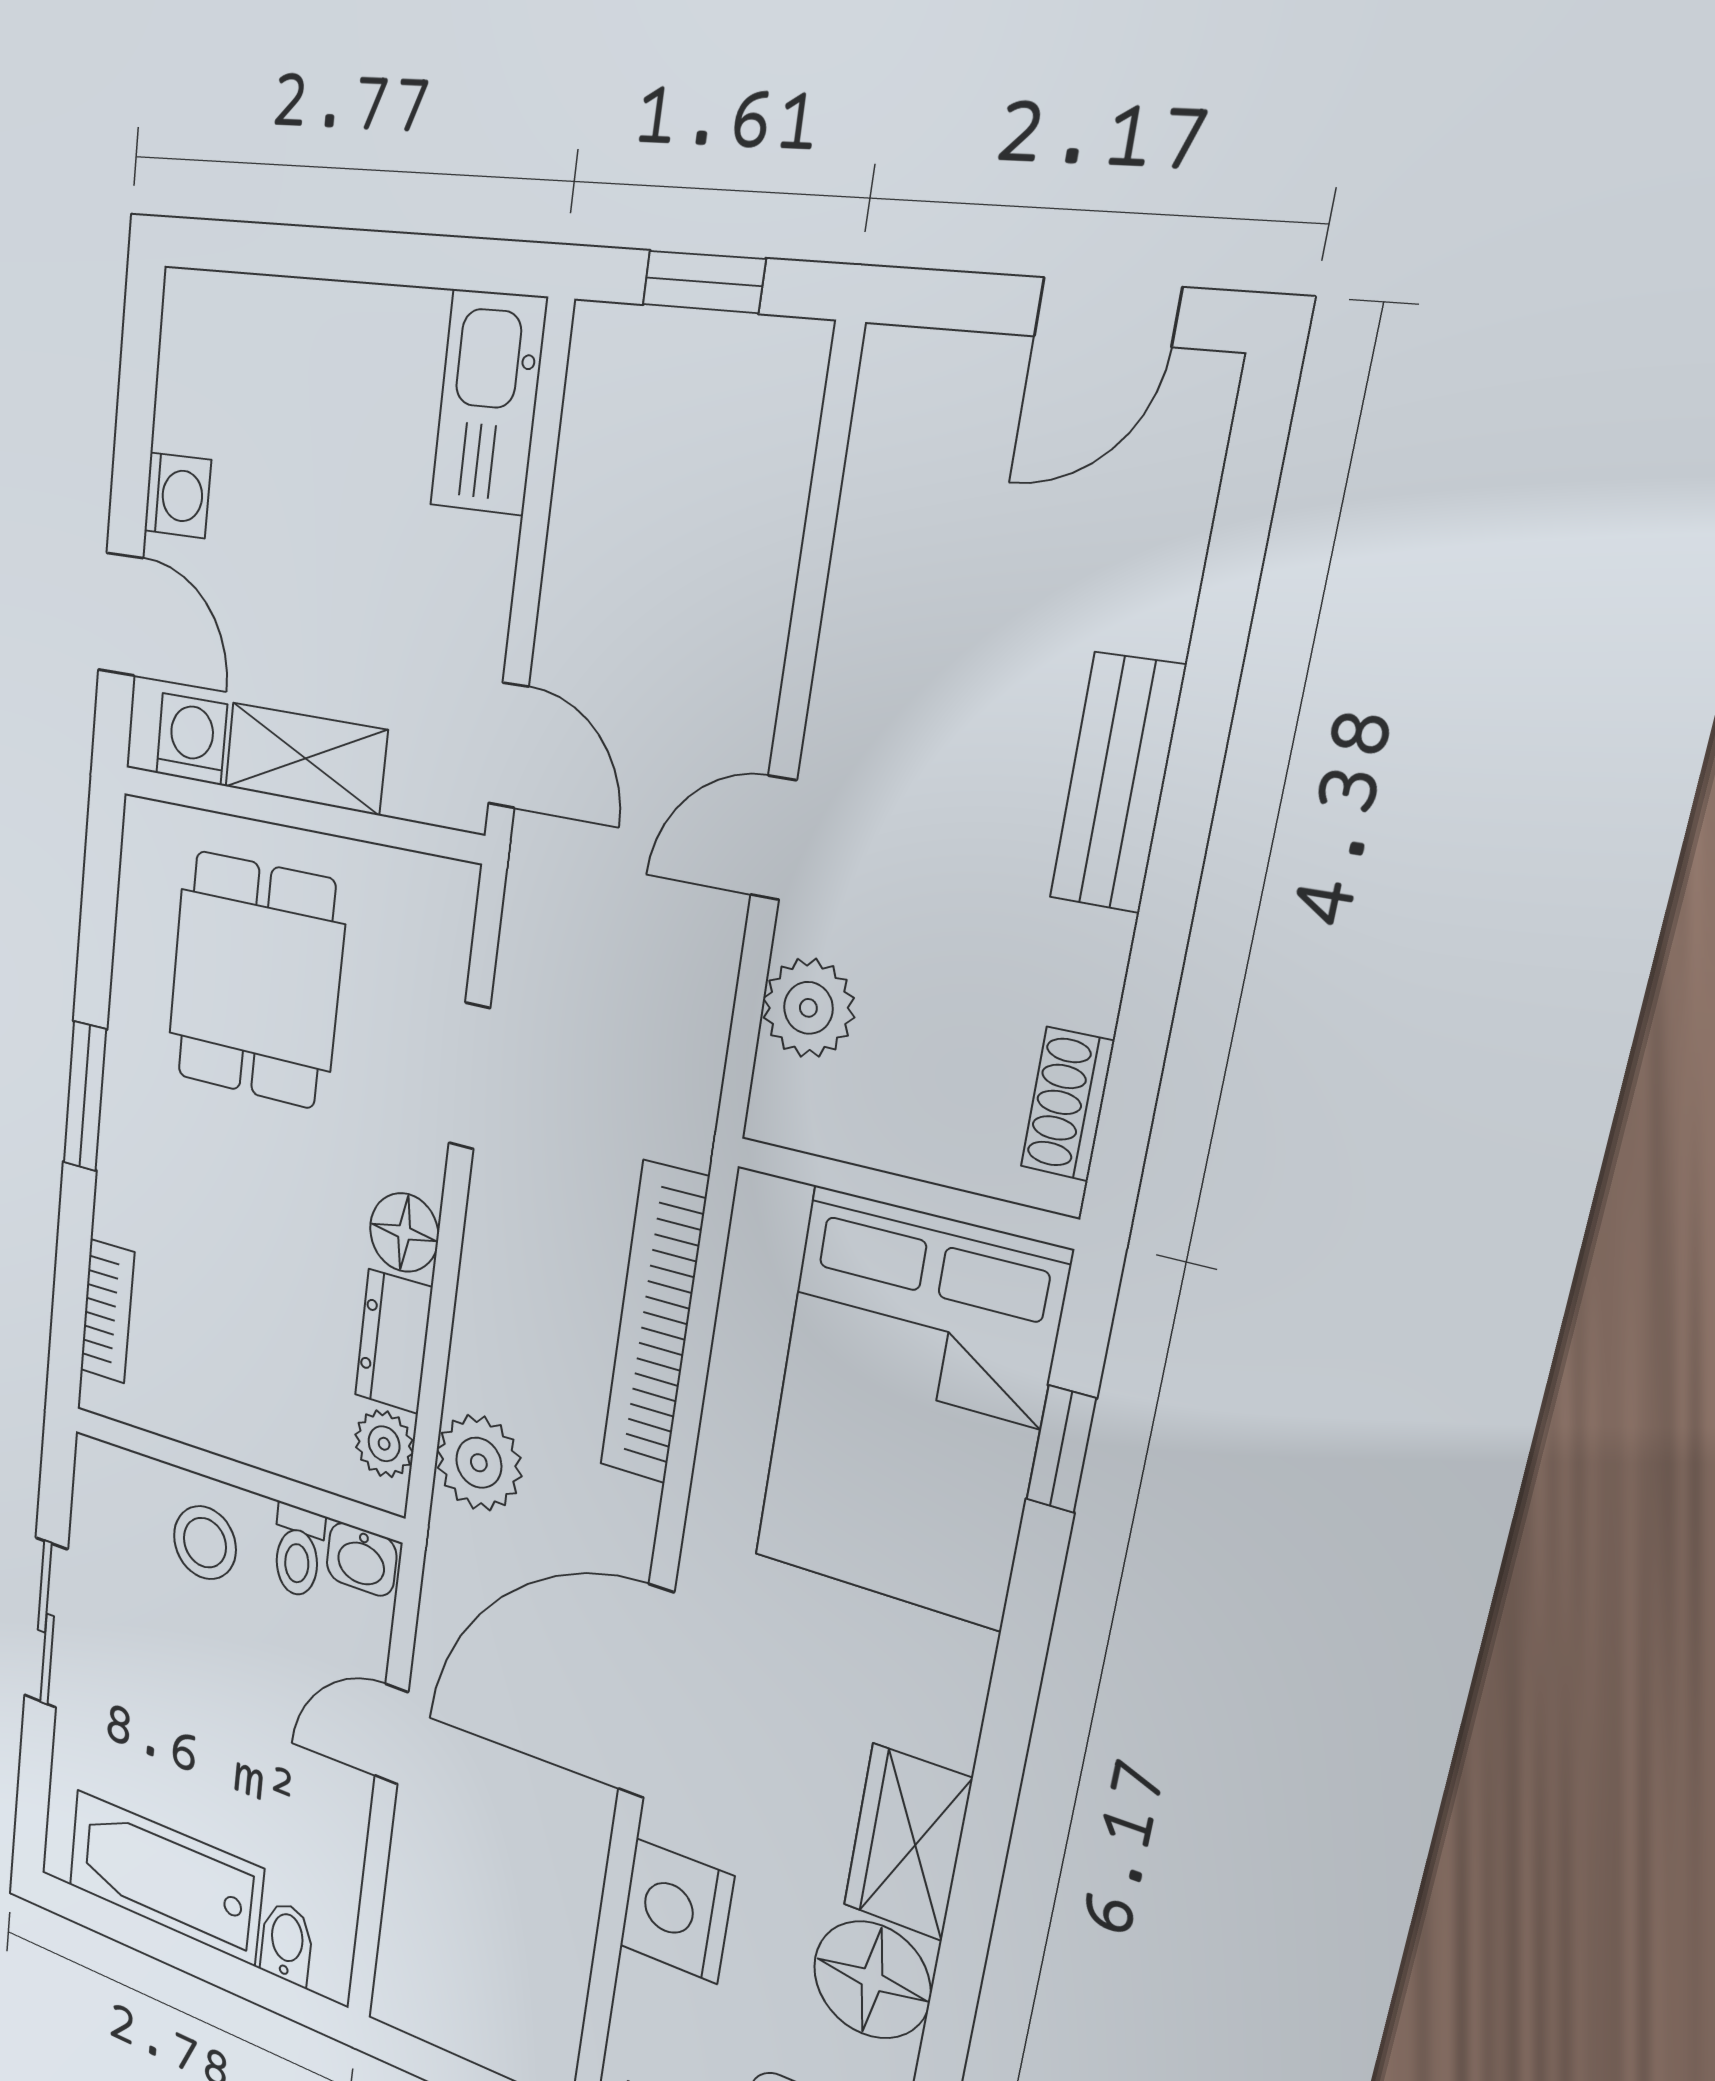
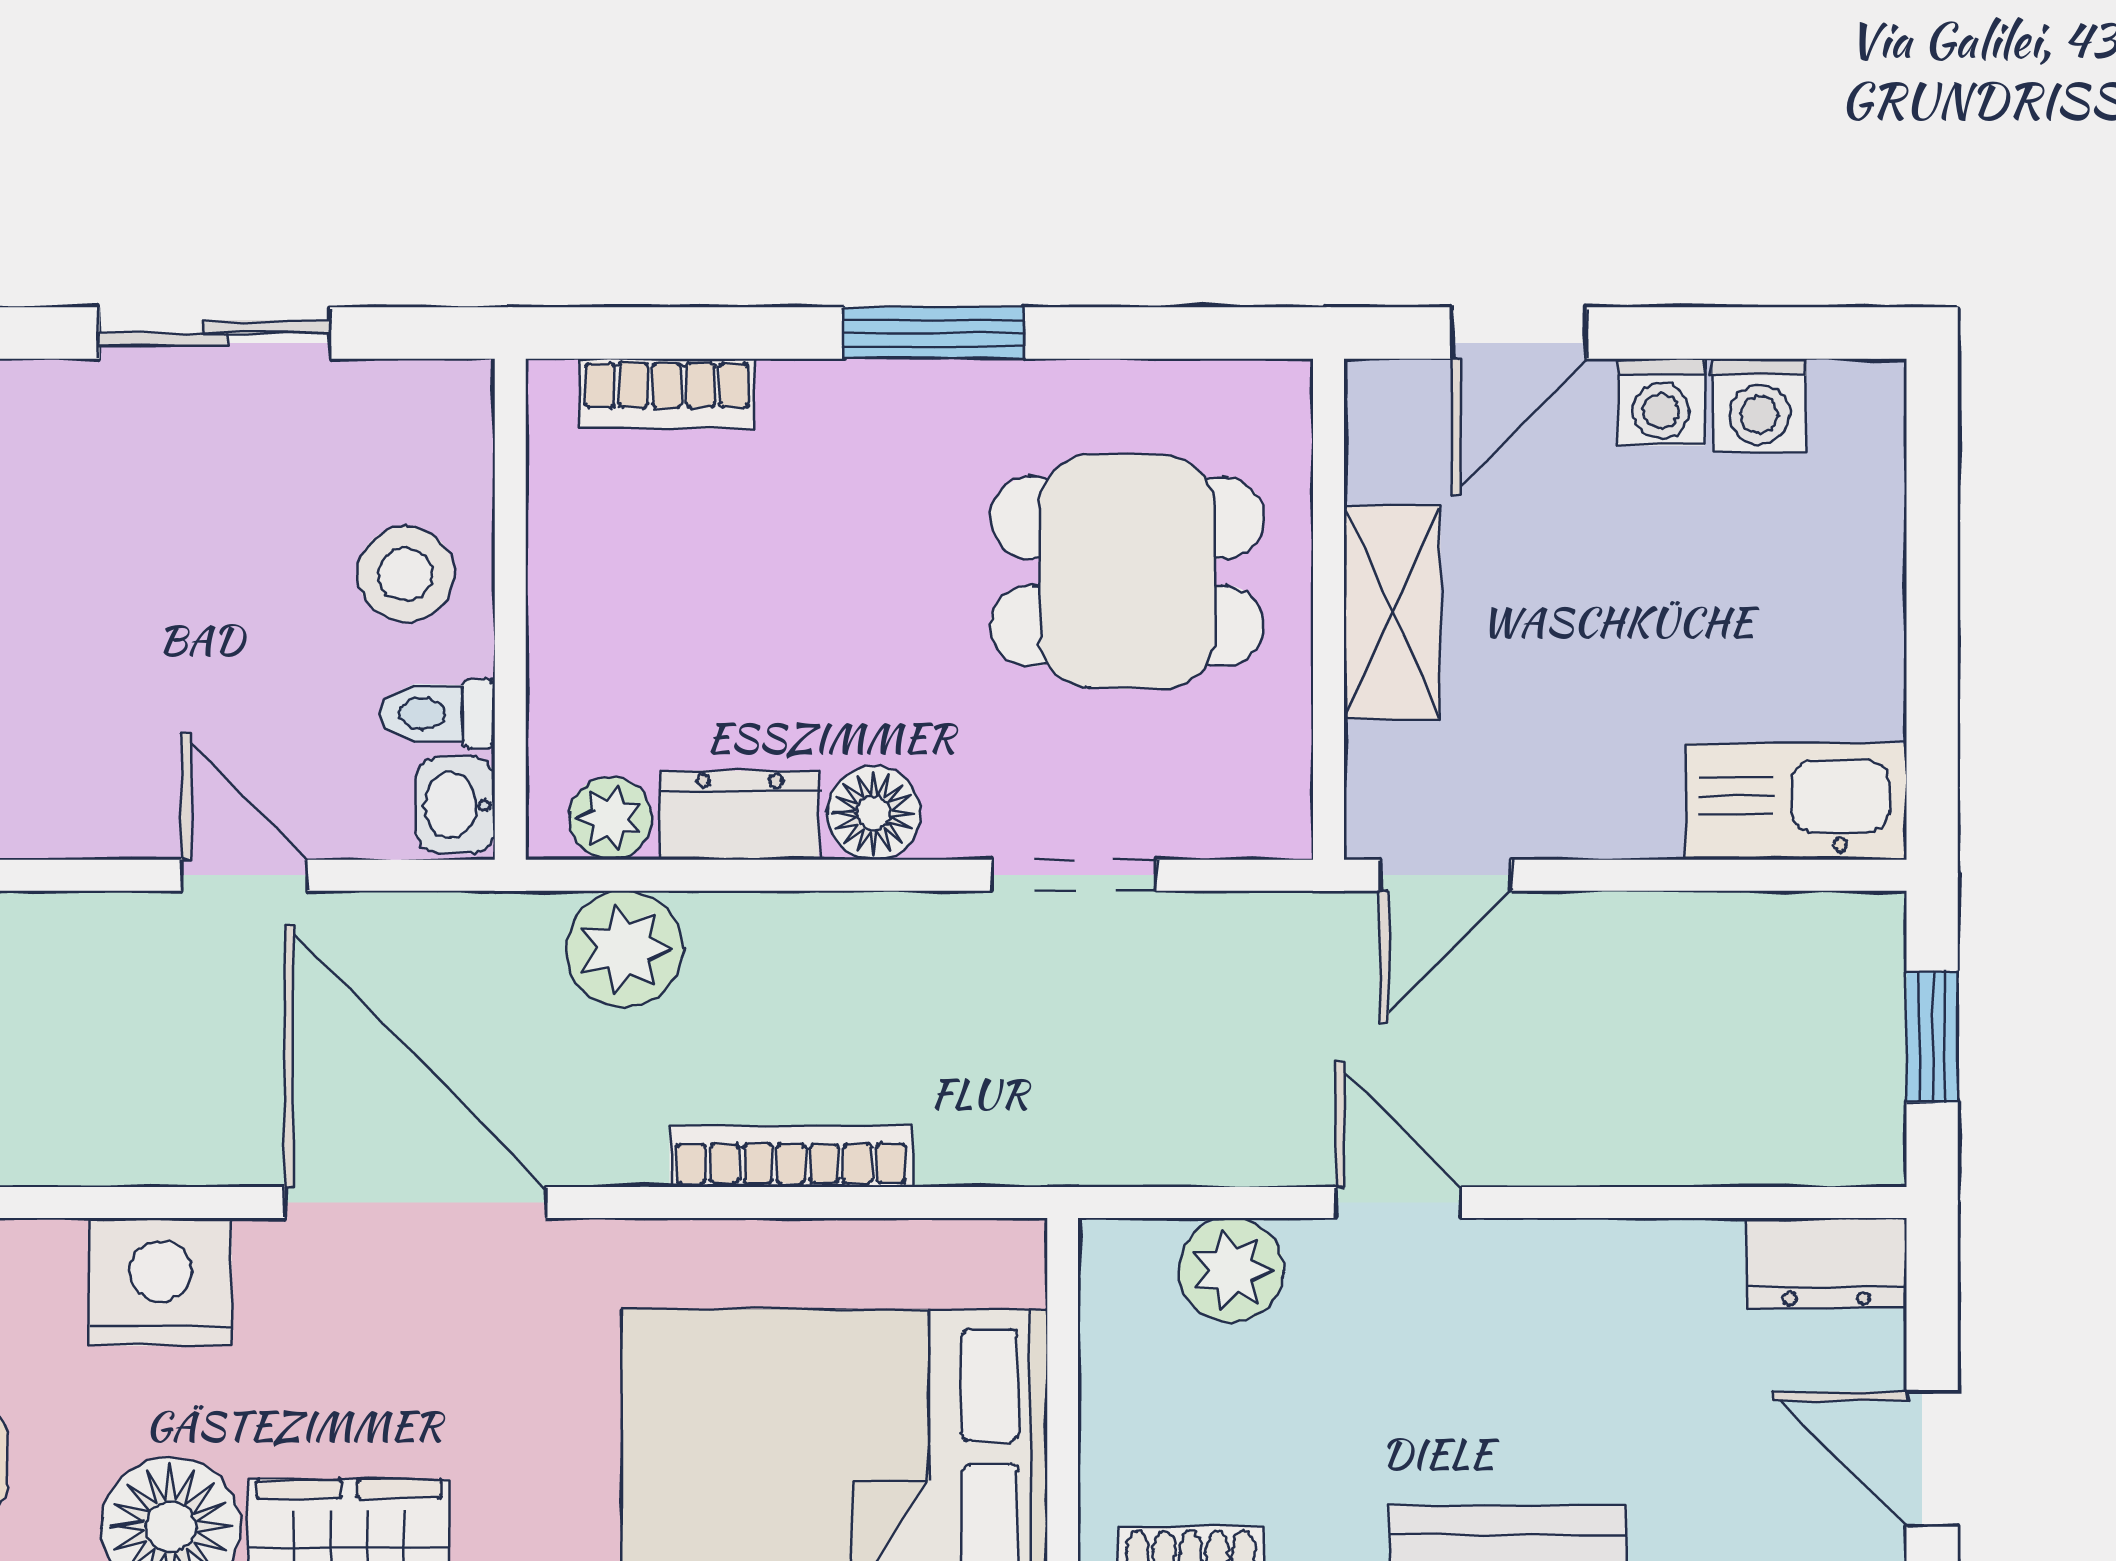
dresser: (895, 412) -> (1826, 1263), added
washing machine: (192, 739) -> (1759, 405), moved, turned 90
bookcase: (654, 1323) -> (791, 1156), width x0.68, depth x0.76

